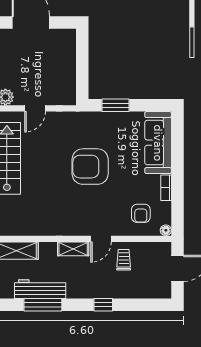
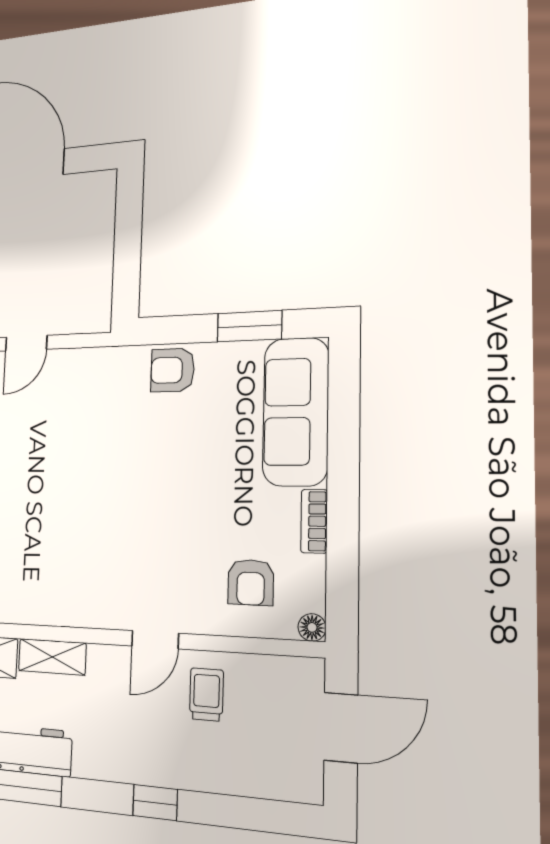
window: (116, 105) -> (249, 326), moved
armchair: (90, 167) -> (173, 370), moved, width x0.53, depth x0.53
shelving: (73, 249) -> (52, 657), moved

